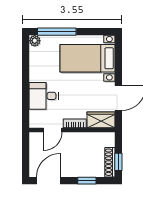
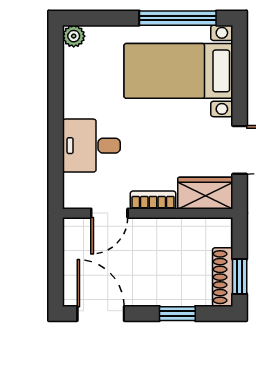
window: (57, 32) -> (178, 18), moved
door: (48, 181) -> (101, 314), hinge flipped

